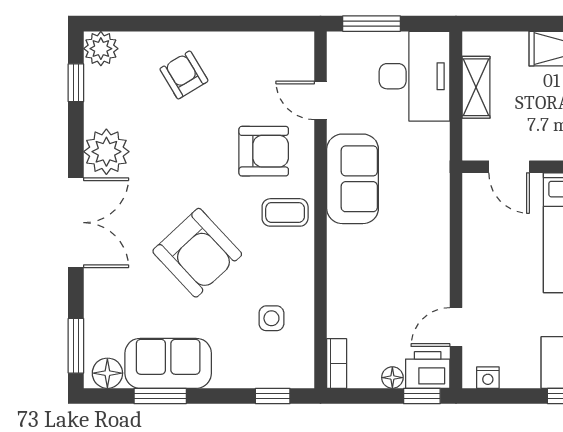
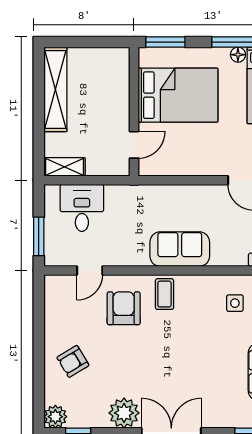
desk: (415, 76) -> (82, 208), width x0.73
shelving: (476, 87) -> (64, 167), moved
sofa: (353, 179) -> (180, 249), moved
armchair: (197, 253) -> (191, 353), removed

